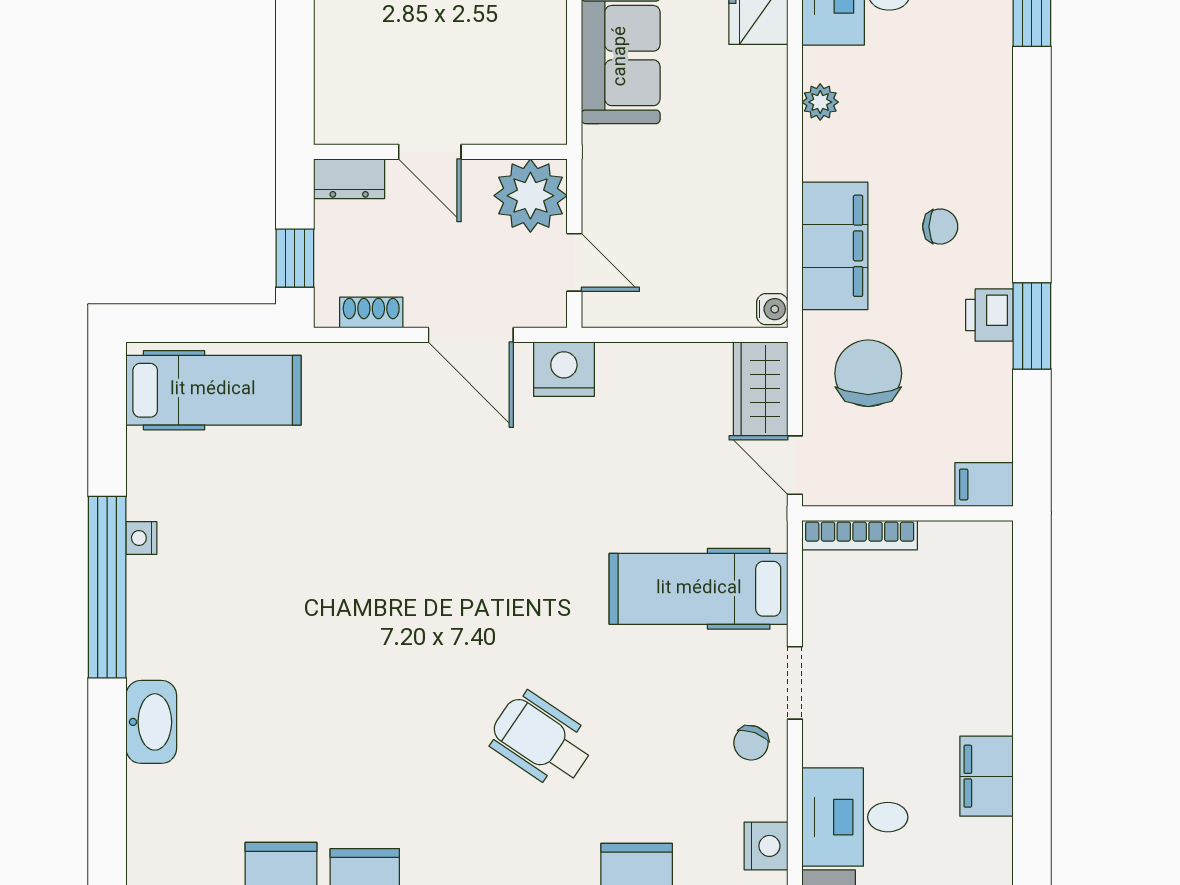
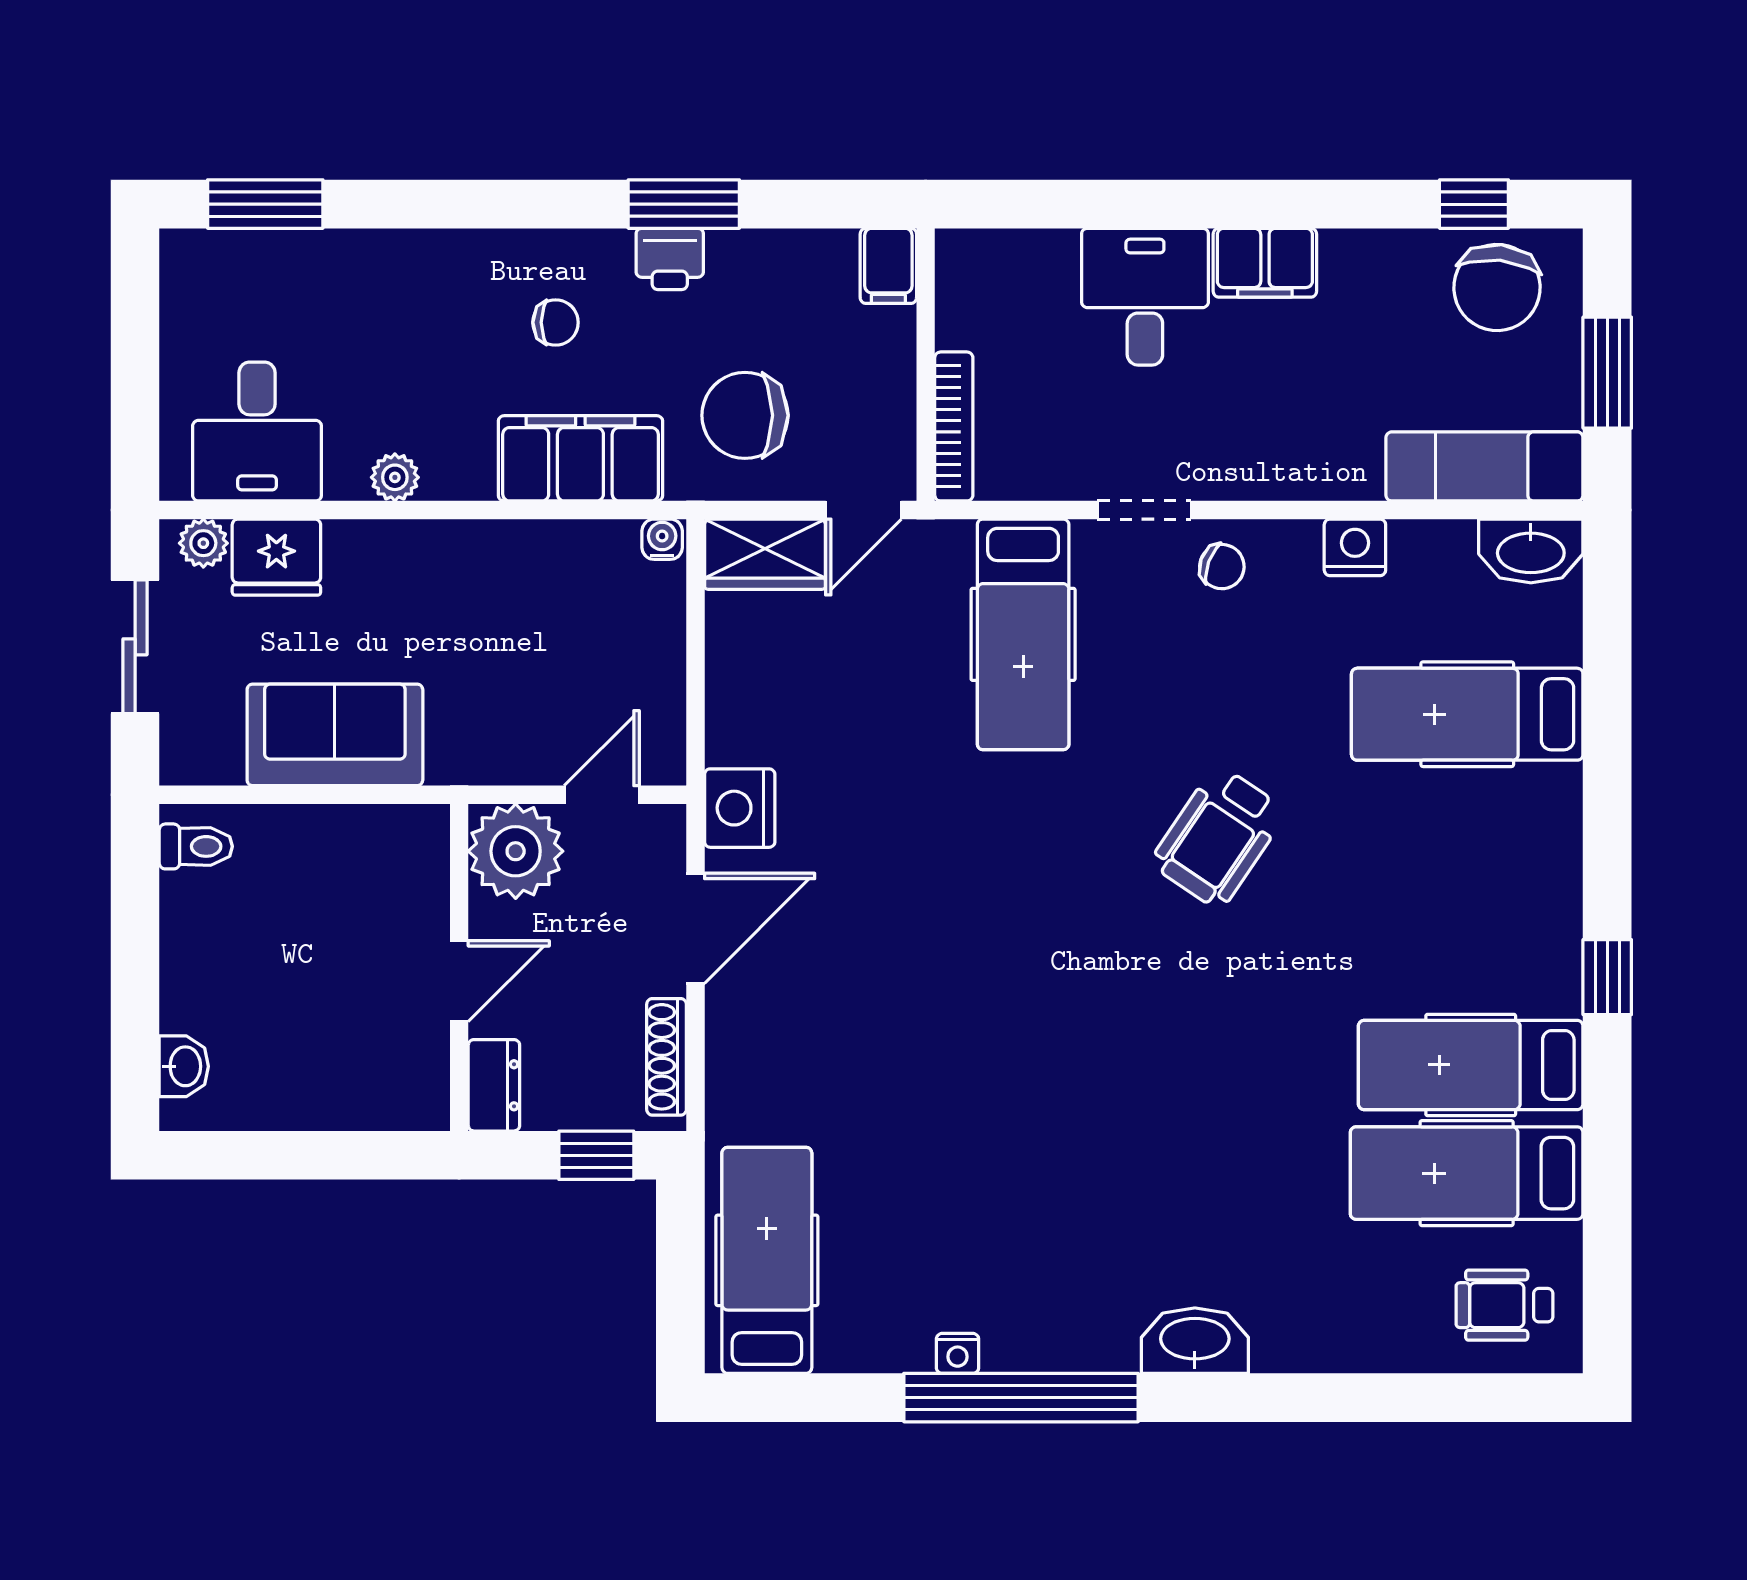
chair: (940, 227) -> (556, 322), turned 90
shoe rack: (371, 312) -> (667, 1057), width x1.43
desk: (855, 817) -> (1145, 297), moved, turned 180

